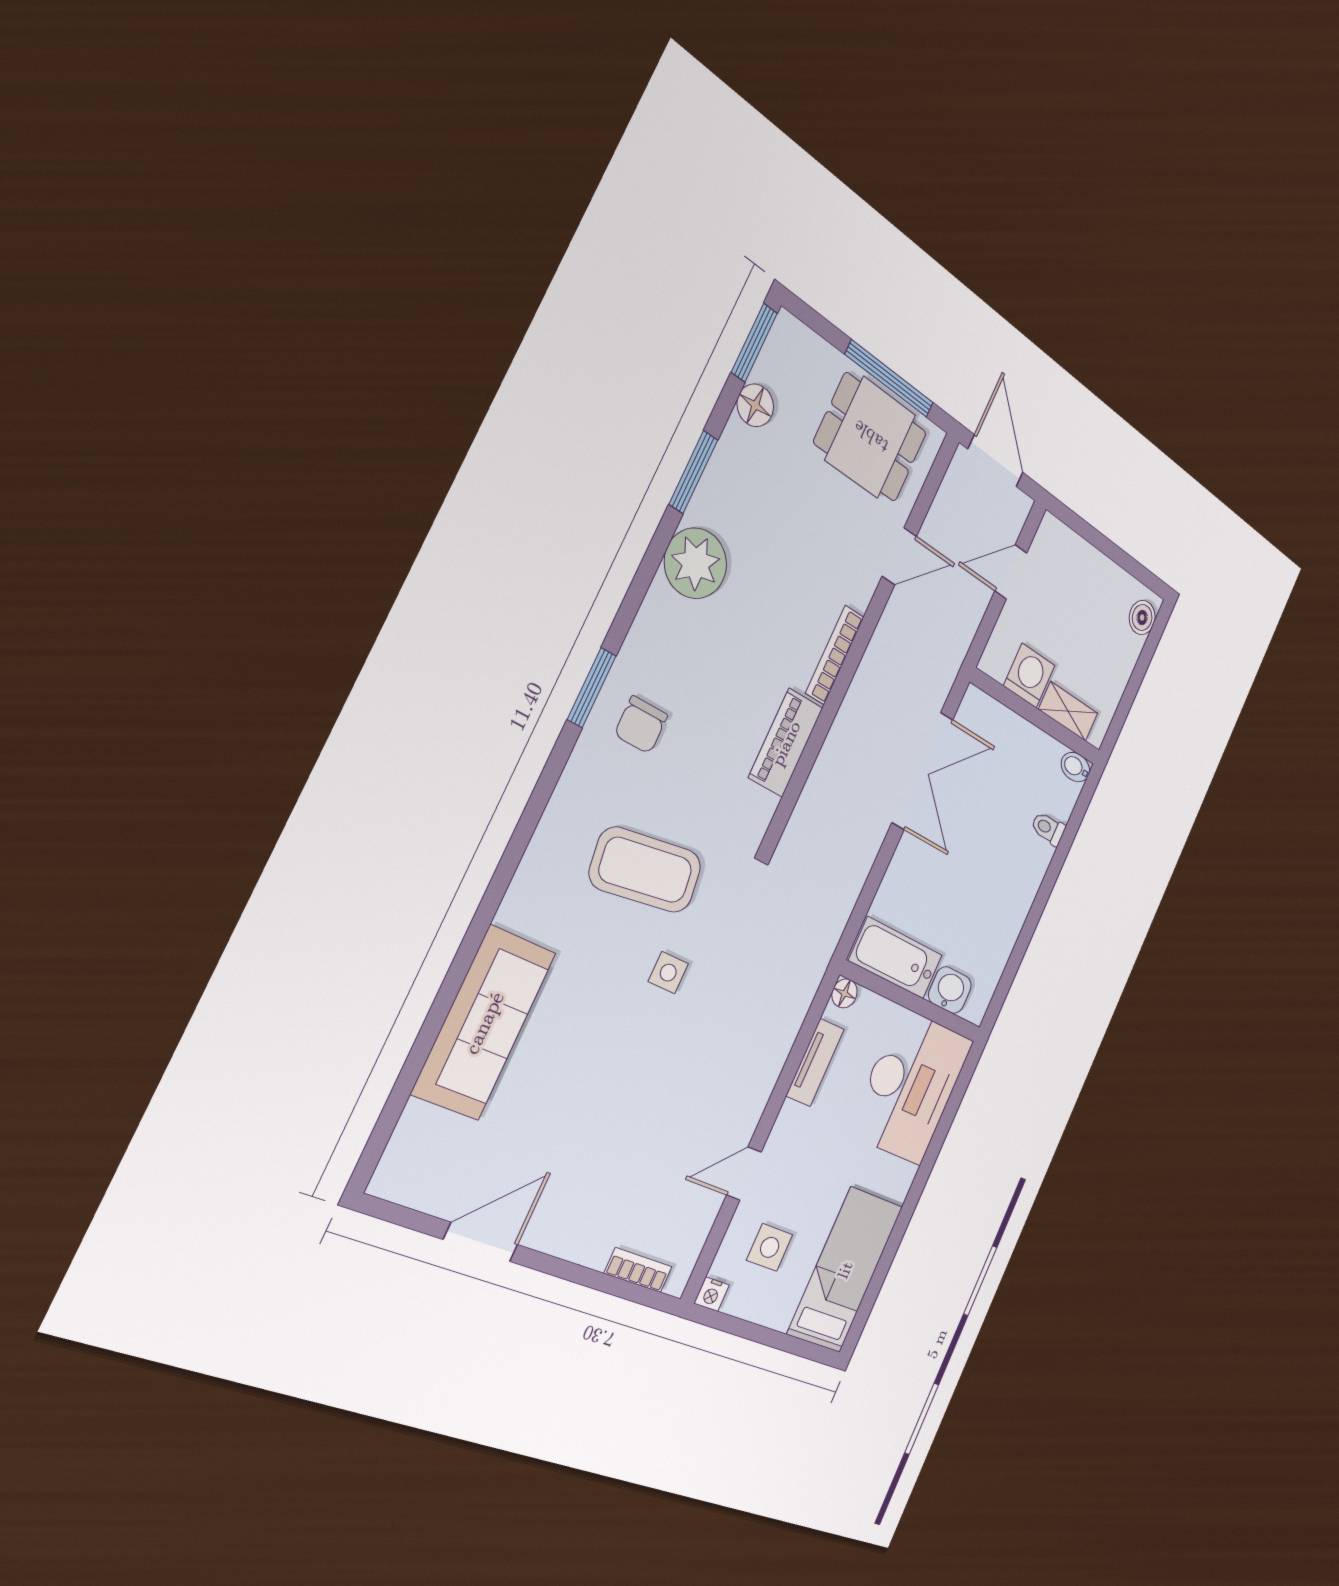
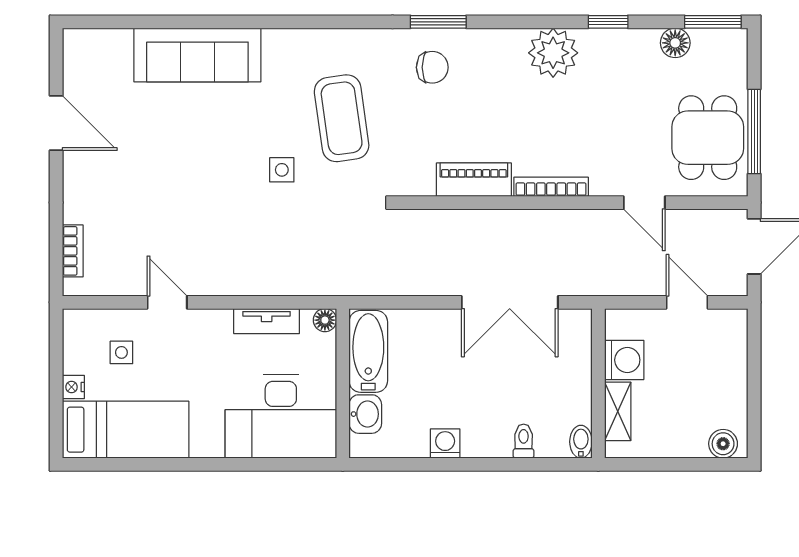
window: (693, 472) -> (608, 22), width x0.67
chair: (641, 725) -> (432, 67), turned 180
washing machine: (1013, 915) -> (445, 443), added
side table: (770, 1247) -> (121, 352), width x0.73, depth x0.73
nightstand: (712, 1294) -> (73, 387), moved

